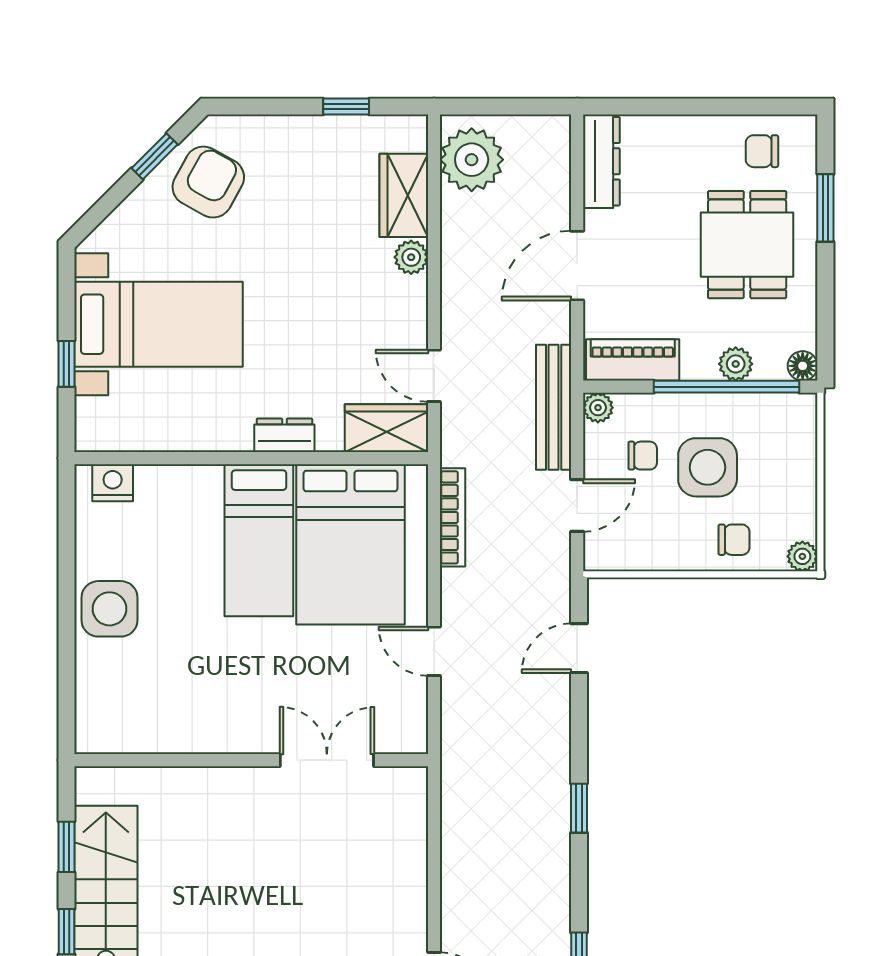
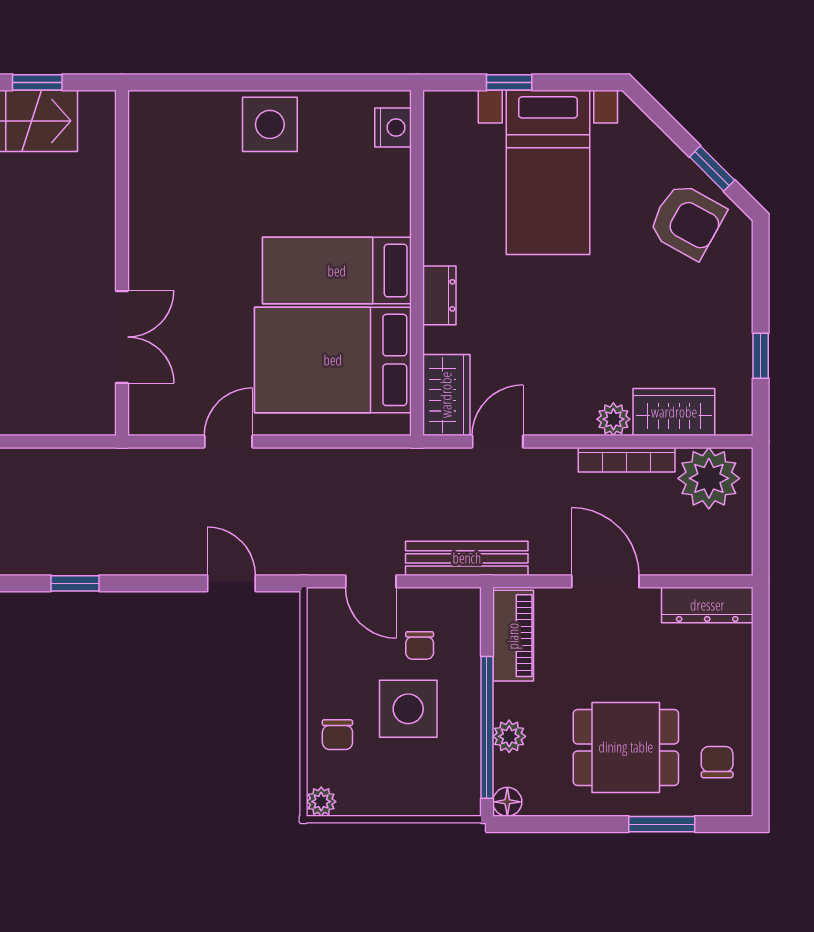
plant: (598, 408) -> (466, 602), removed
bookcase: (453, 517) -> (627, 460), moved

